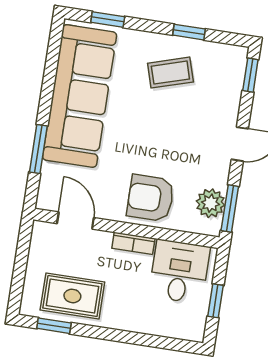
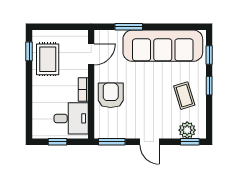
window: (189, 32) -> (209, 86), moved
plant: (210, 203) -> (187, 130), moved

